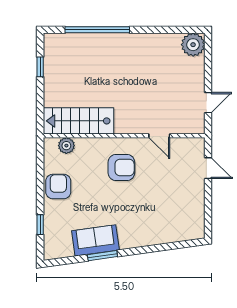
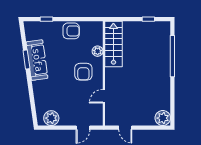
plant: (66, 146) -> (98, 51), moved
plant: (193, 217) -> (51, 118), added
sofa: (95, 240) -> (37, 60), width x1.36

